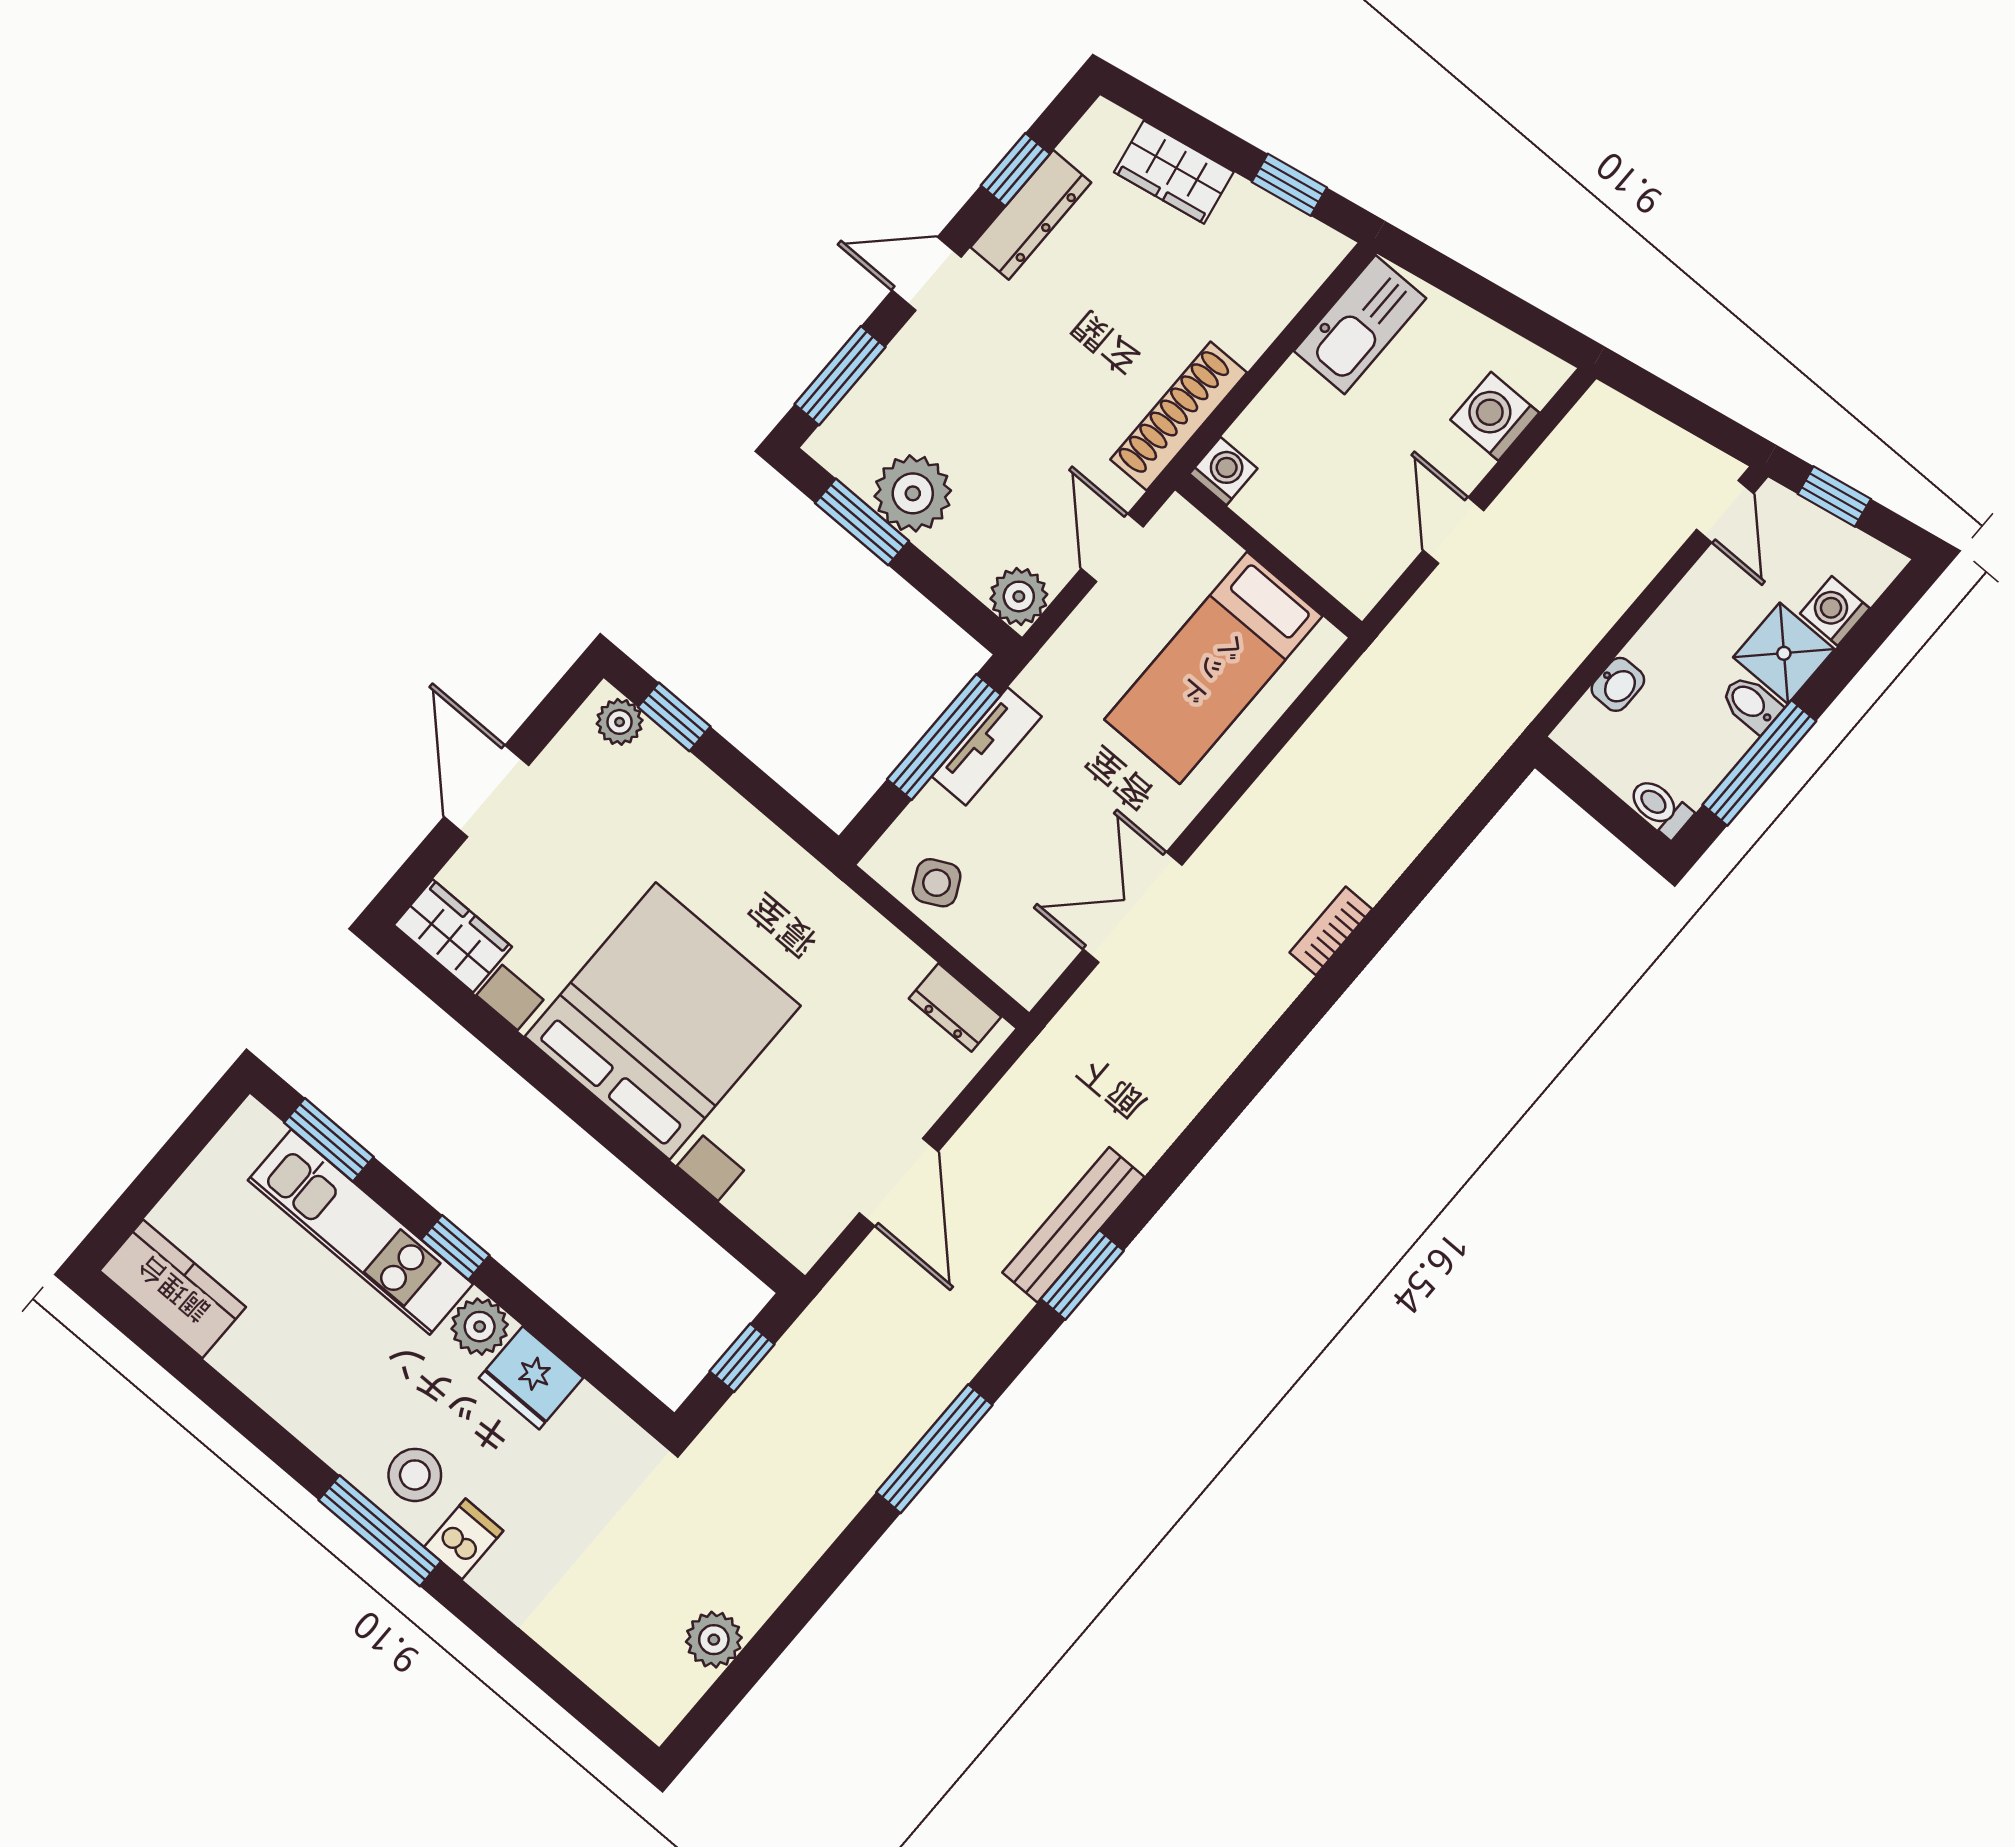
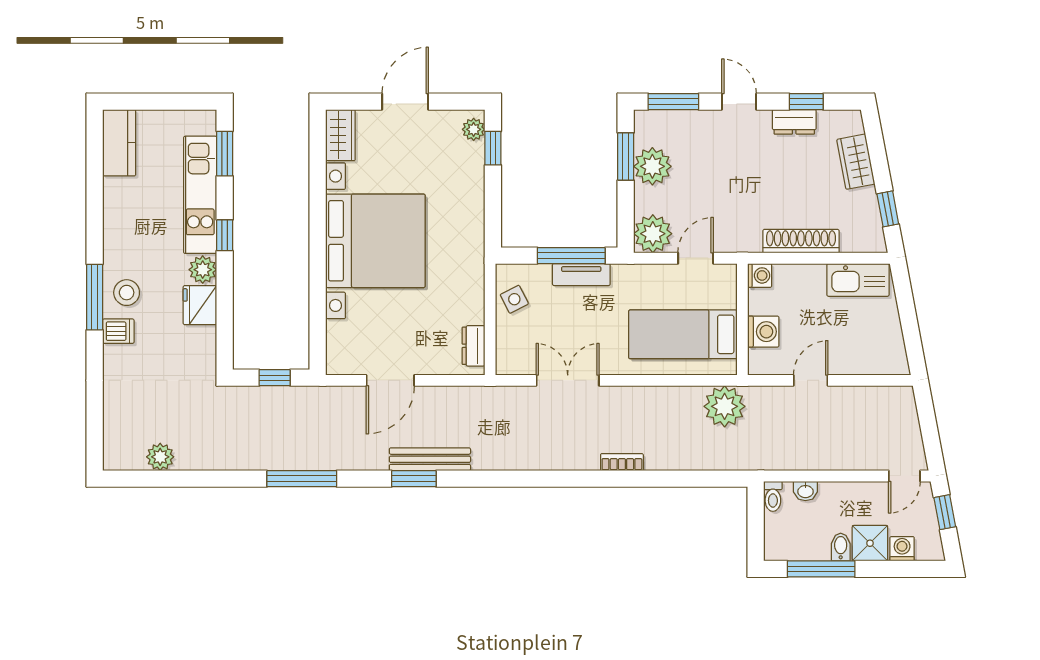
dresser: (1031, 215) -> (794, 122), width x0.70
shoe rack: (1179, 416) -> (801, 241), moved
washing machine: (1495, 416) -> (763, 332), moved, turned 90
plant: (1019, 596) -> (653, 234), width x1.36, depth x1.36
plant: (1380, 698) -> (725, 406), added
toilet: (1660, 807) -> (773, 496), moved, turned 180

